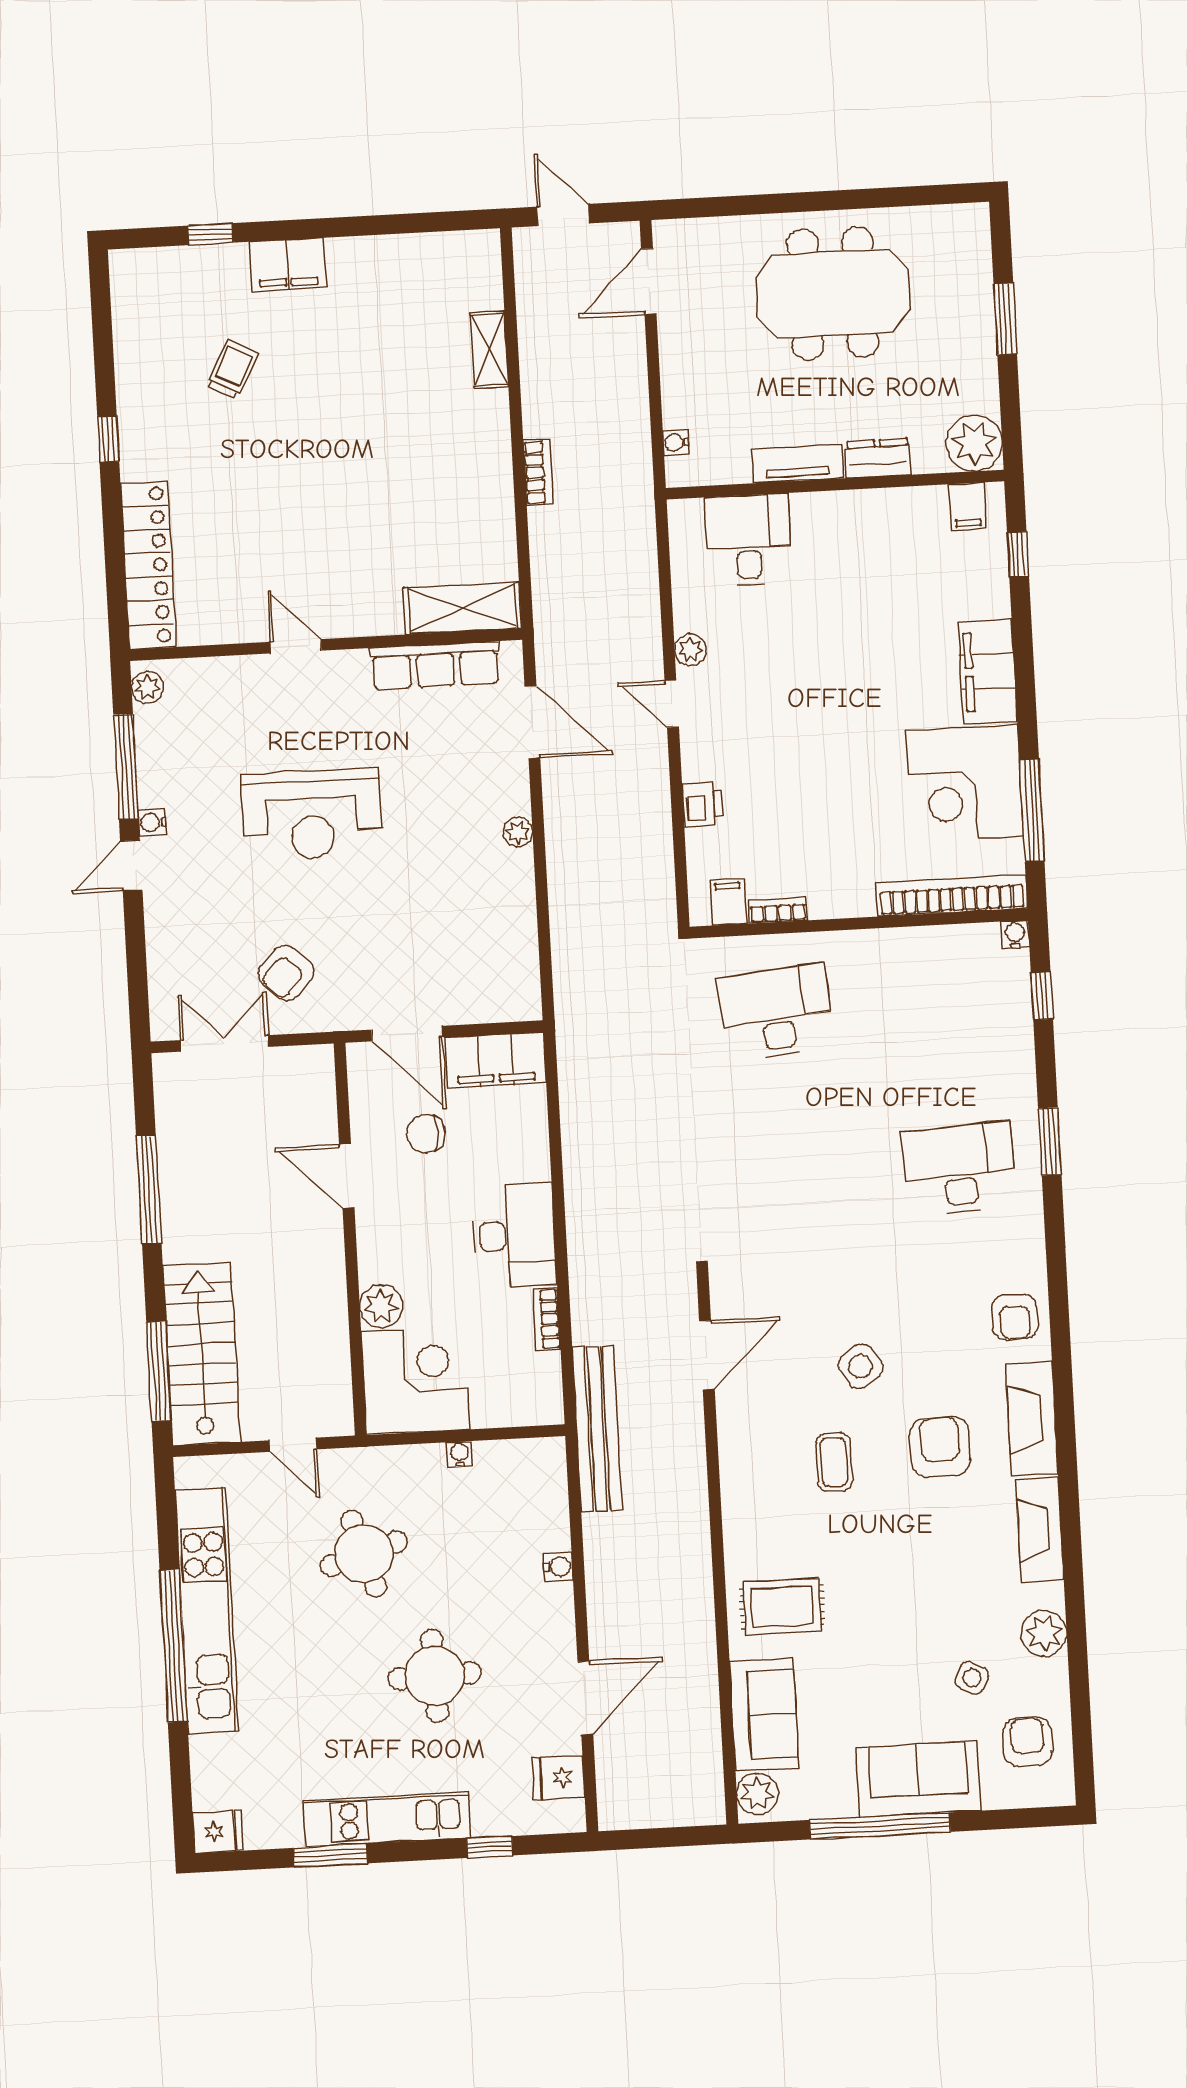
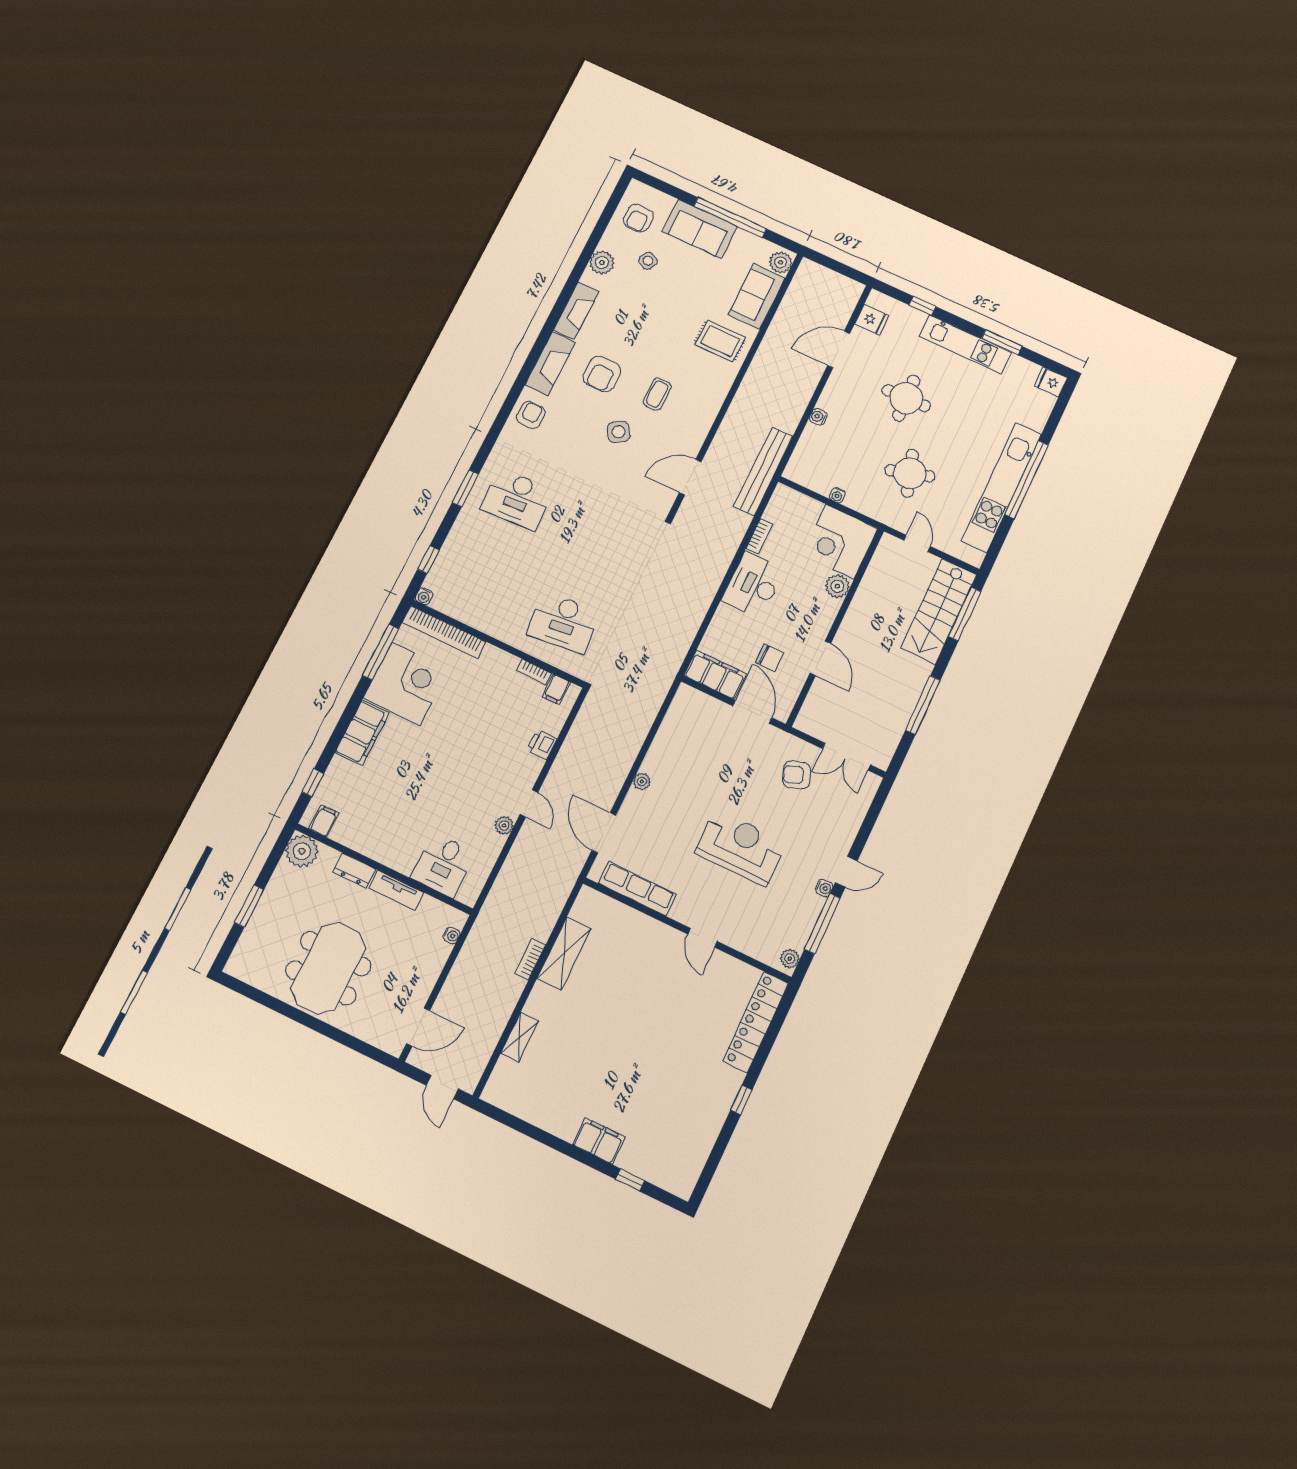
meeting table: (833, 293) -> (328, 968), turned 90
trolley: (232, 370) -> (658, 1101), removed
shelving: (462, 608) -> (564, 954), moved, turned 90
armchair: (286, 973) -> (797, 775), turned -153

